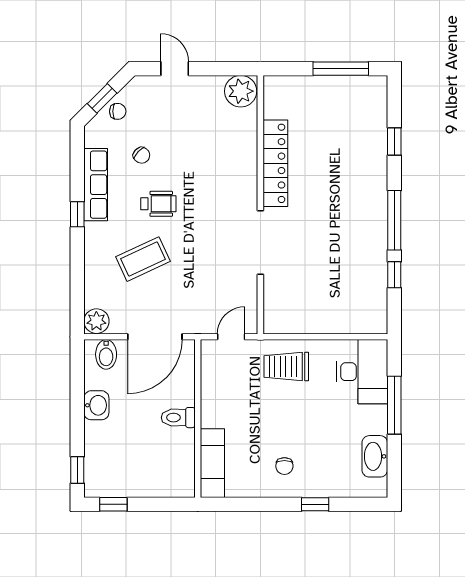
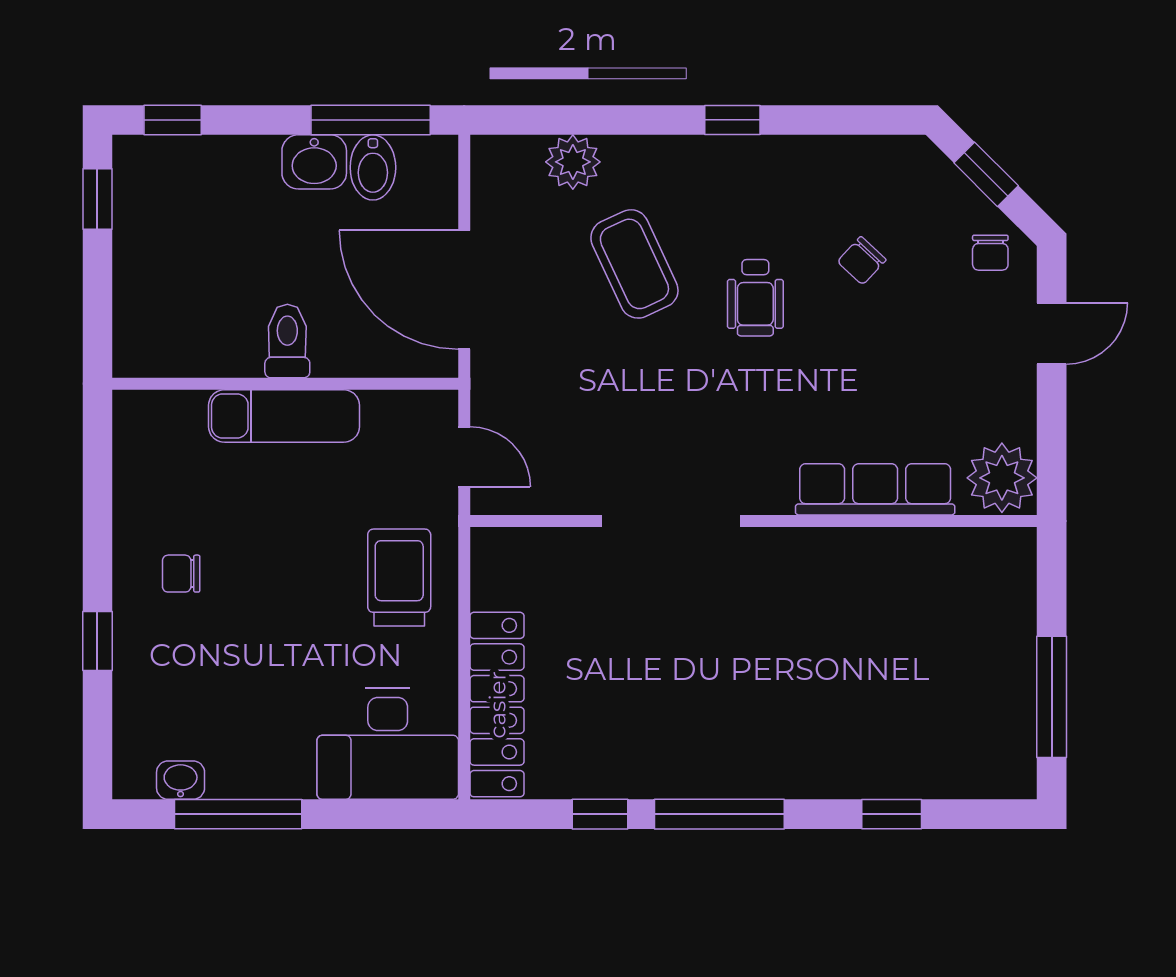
chair: (118, 111) -> (990, 253), moved
locker: (275, 163) -> (497, 705), moved, turned -90
row of seats: (96, 185) -> (875, 489), moved, turned 180
plant: (96, 321) -> (573, 162), moved
bidet: (106, 354) -> (373, 167), moved, turned -90
window: (77, 380) -> (371, 120), added
window: (394, 405) -> (238, 814), moved
washbasin: (375, 456) -> (181, 780), width x0.52, depth x0.69
exam couch: (212, 463) -> (284, 416), moved

